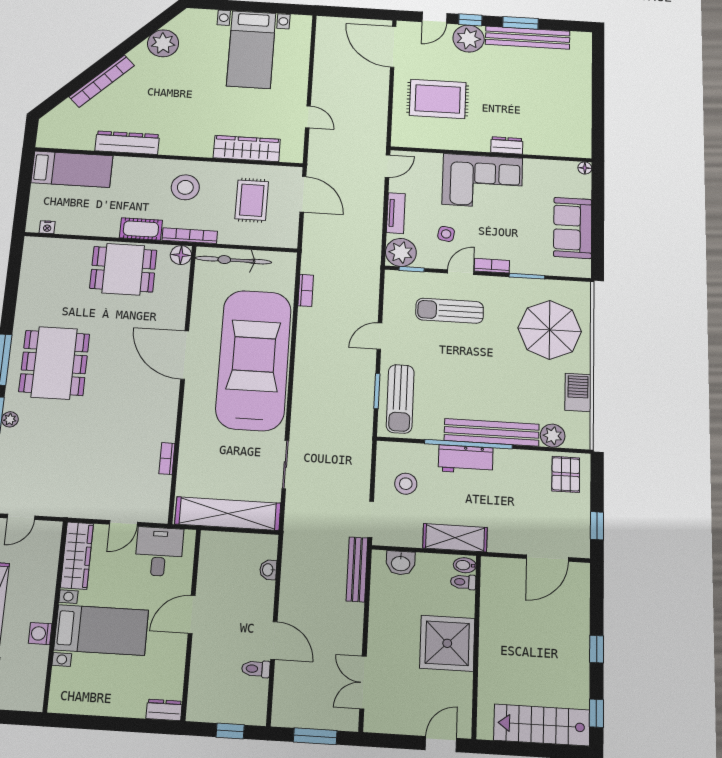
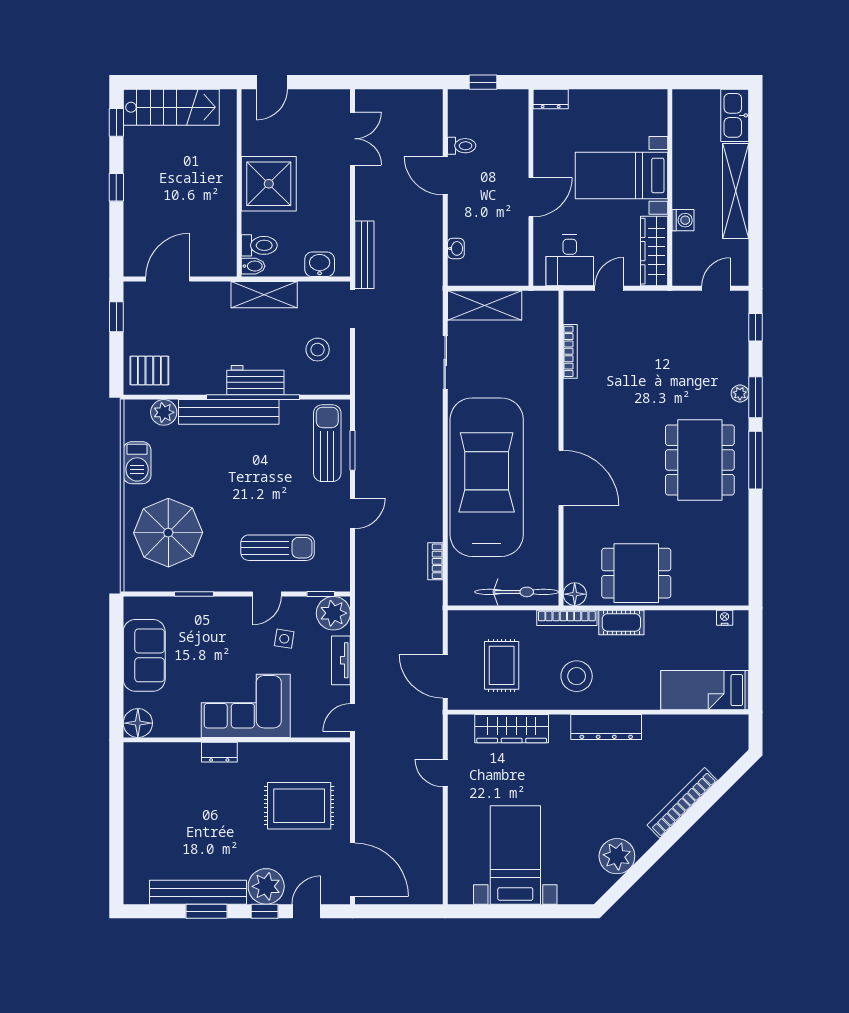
dresser: (127, 143) -> (606, 727), moved
floor lamp: (585, 168) -> (138, 723), width x1.89, depth x1.89
bookcase: (492, 266) -> (233, 604), removed
car: (254, 360) -> (487, 477), turned 180
bookcase: (167, 459) -> (570, 351), width x1.56
pallet: (566, 474) -> (149, 371), turned 90
shelving: (228, 514) -> (485, 305), width x0.68
toilet: (463, 582) -> (259, 245), width x1.37, depth x1.39
washing machine: (40, 634) -> (683, 220), moved
window: (315, 736) -> (398, 82), removed

